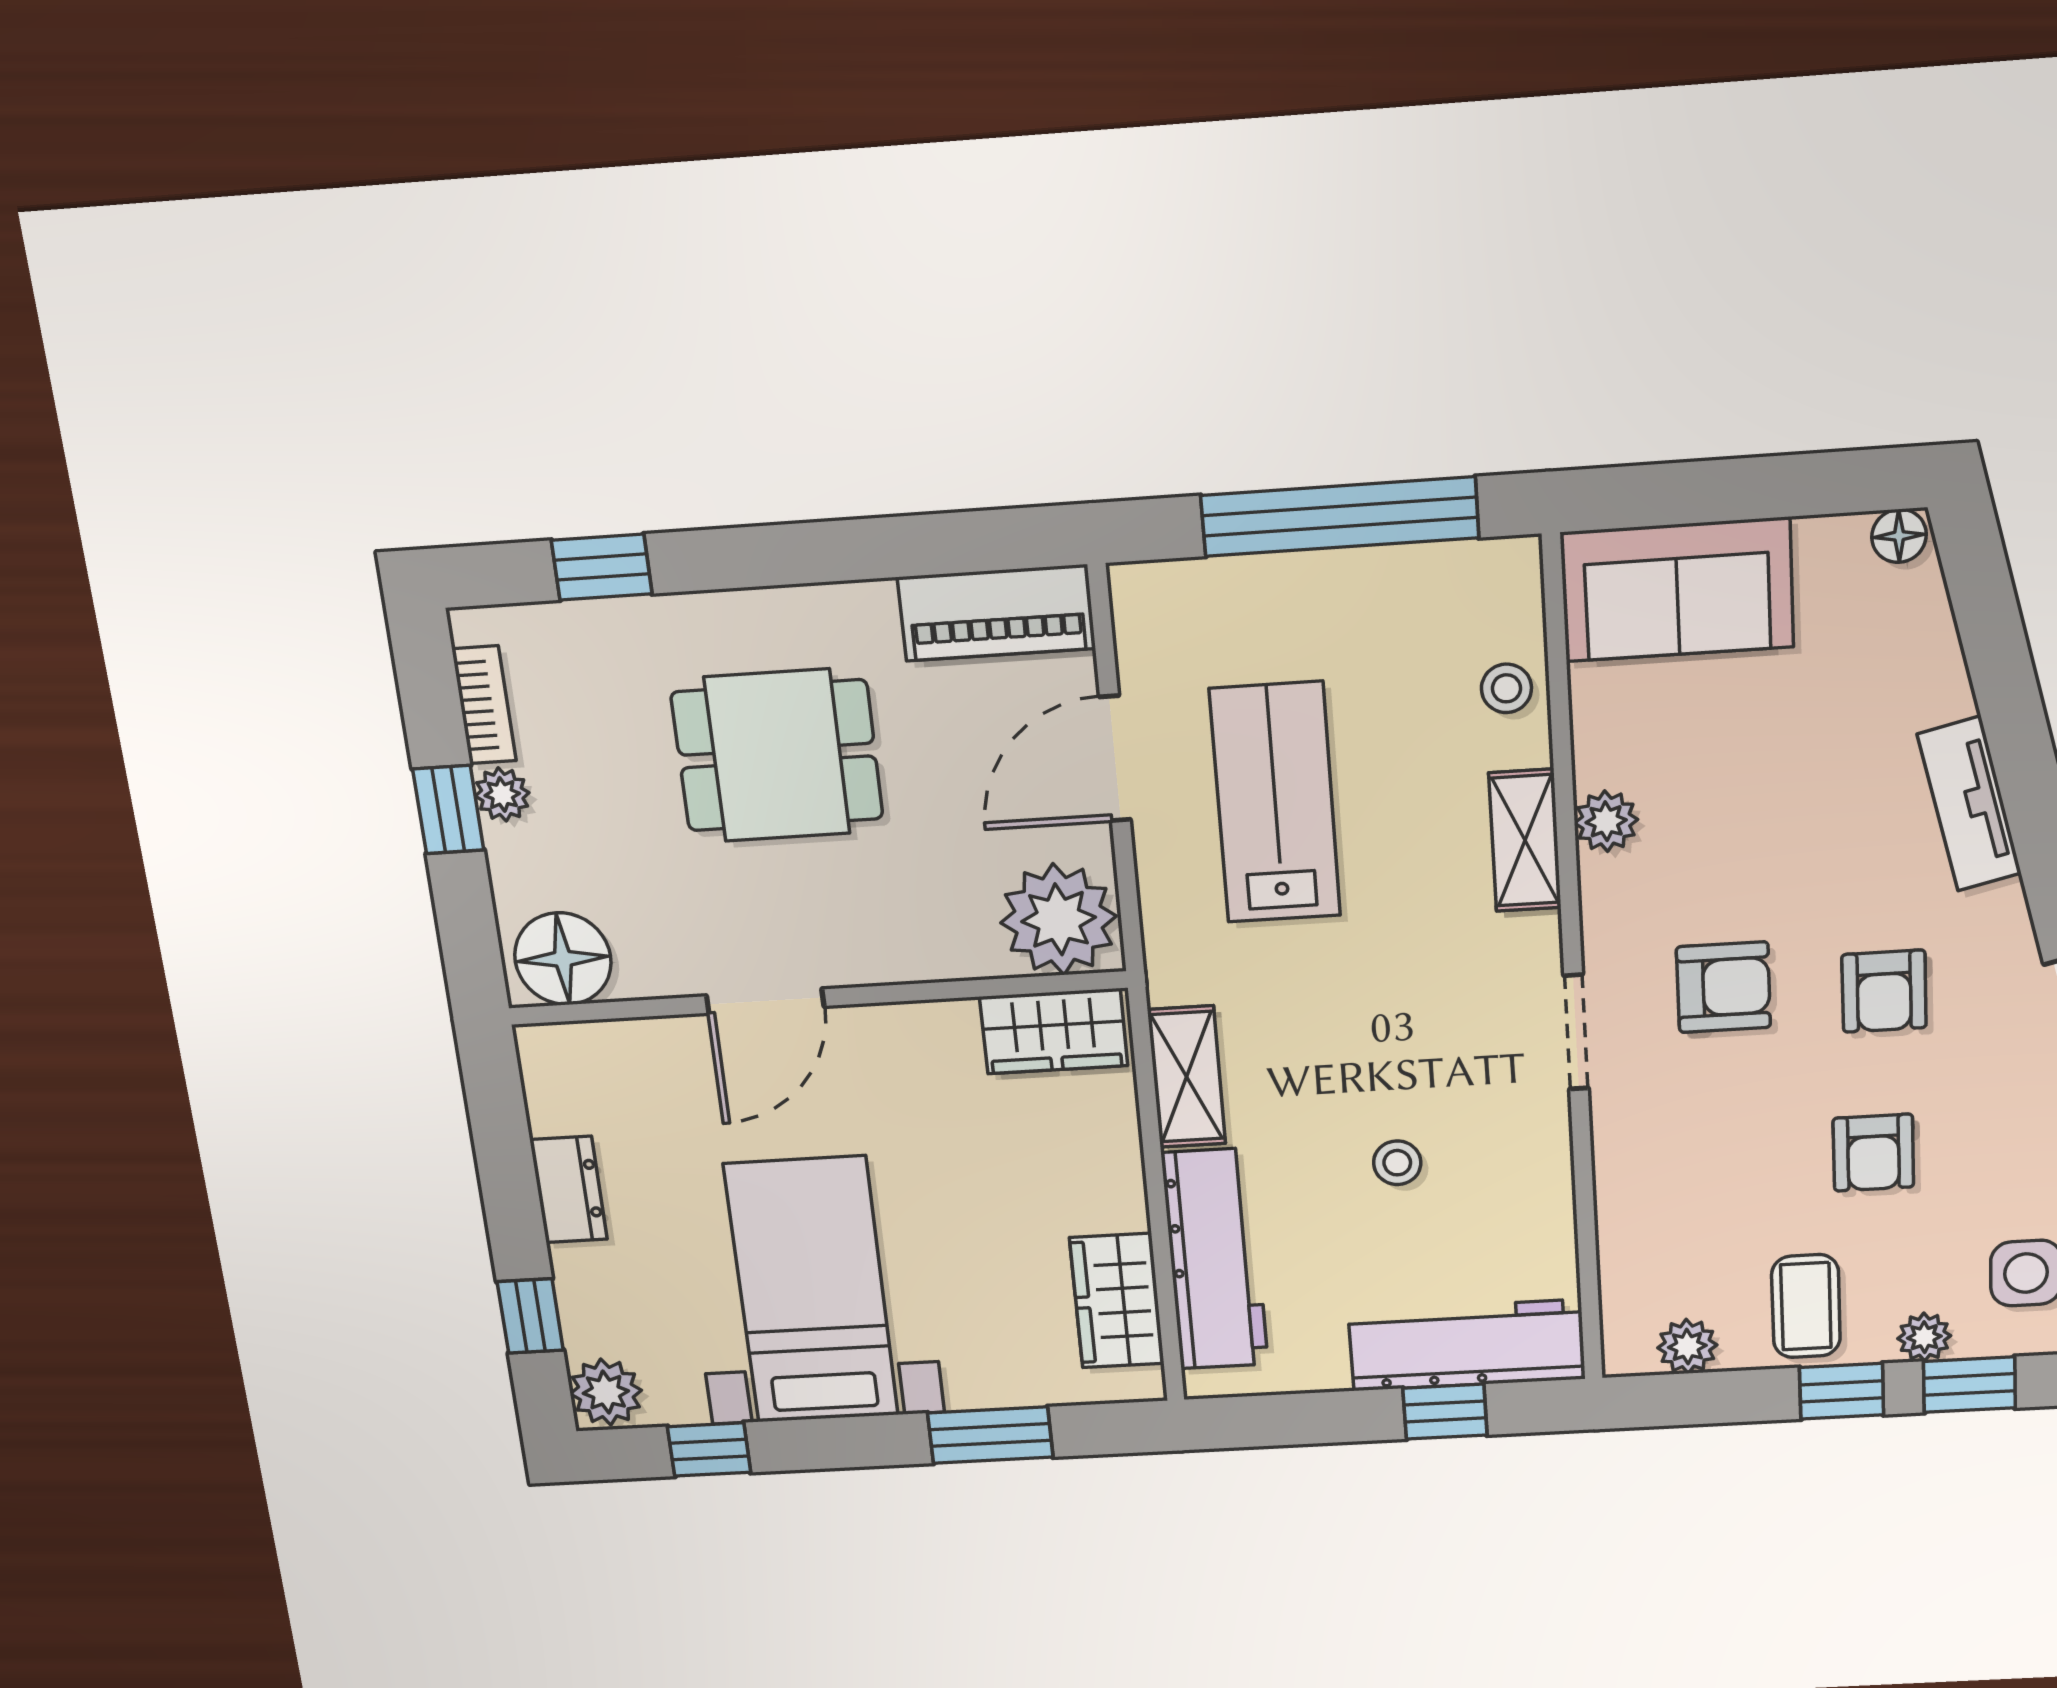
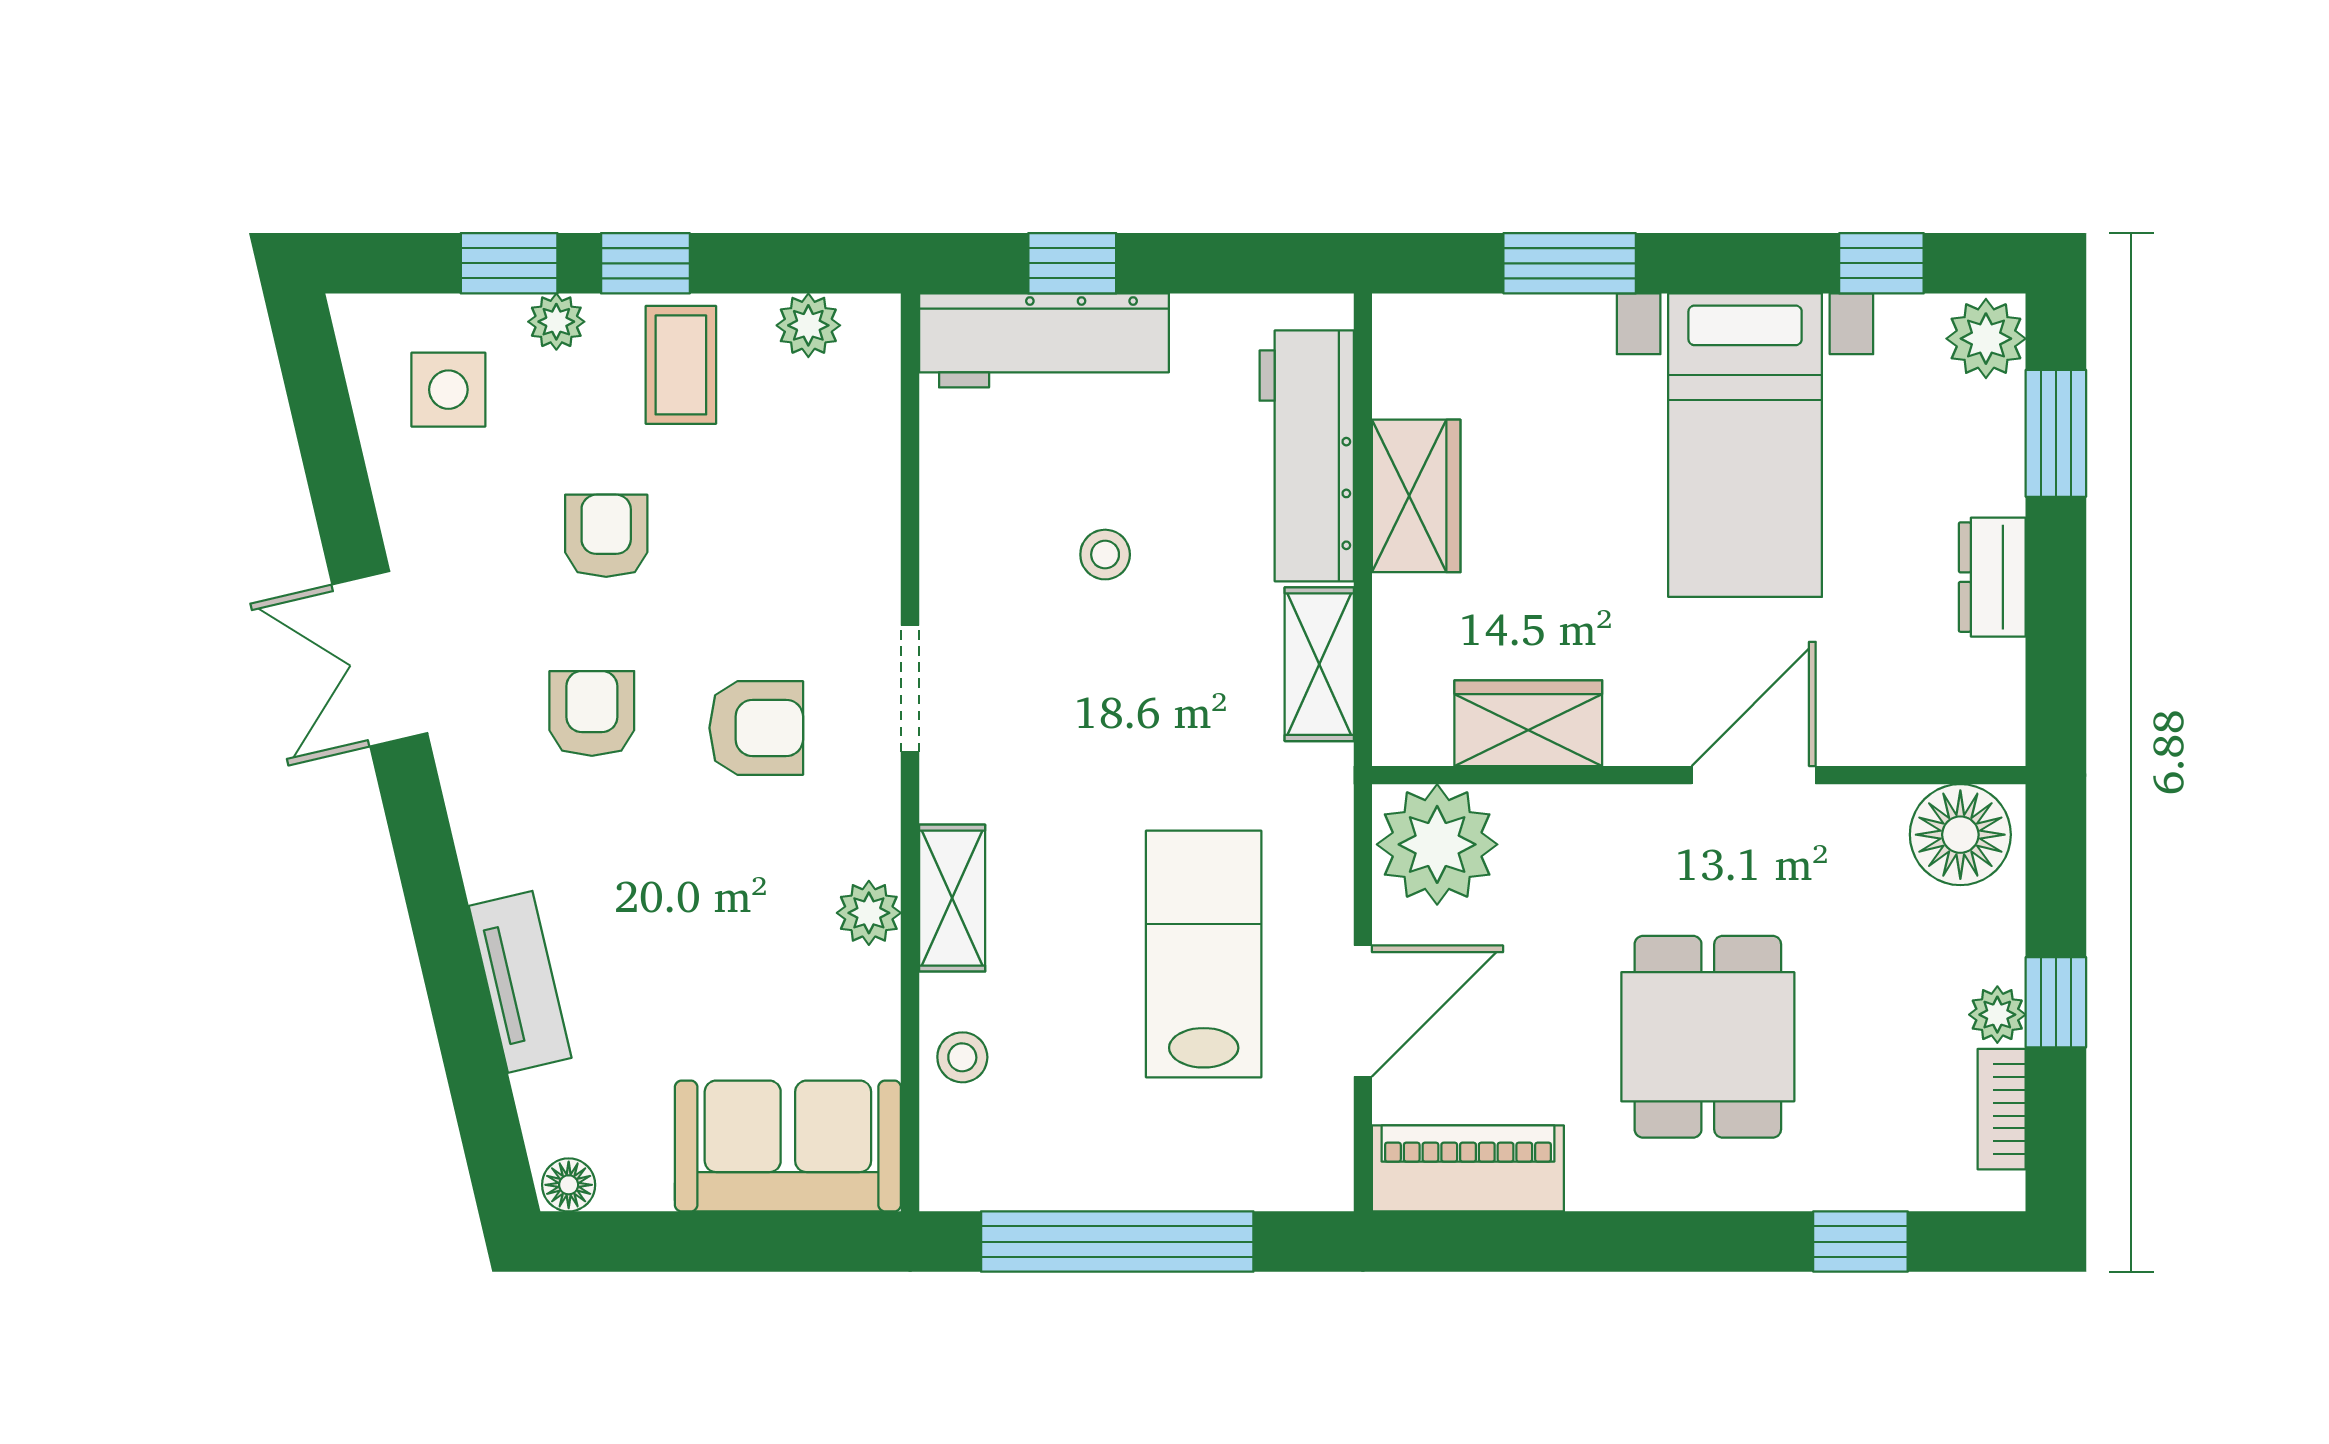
dining table: (777, 756) -> (1708, 1037), turned 90
lab bench: (1275, 803) -> (1204, 954), turned 180
tv unit: (1969, 804) -> (520, 982), moved
armchair: (1723, 987) -> (756, 728), turned 180
wardrobe: (1054, 1031) -> (1528, 723), moved
wardrobe: (1117, 1301) -> (1416, 496), moved
window: (530, 1316) -> (2056, 433), width x1.50

